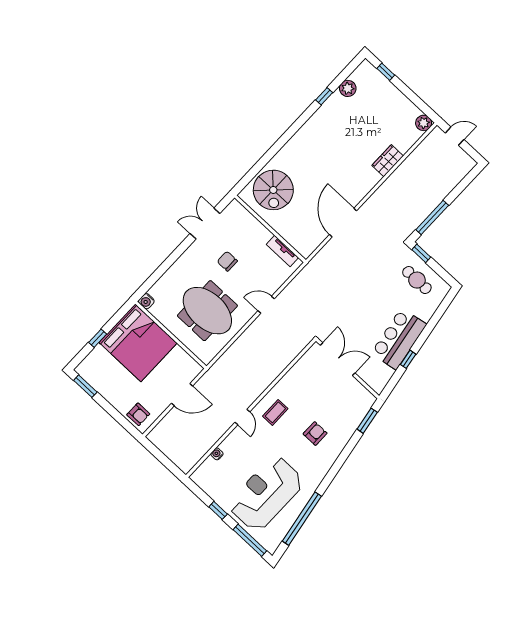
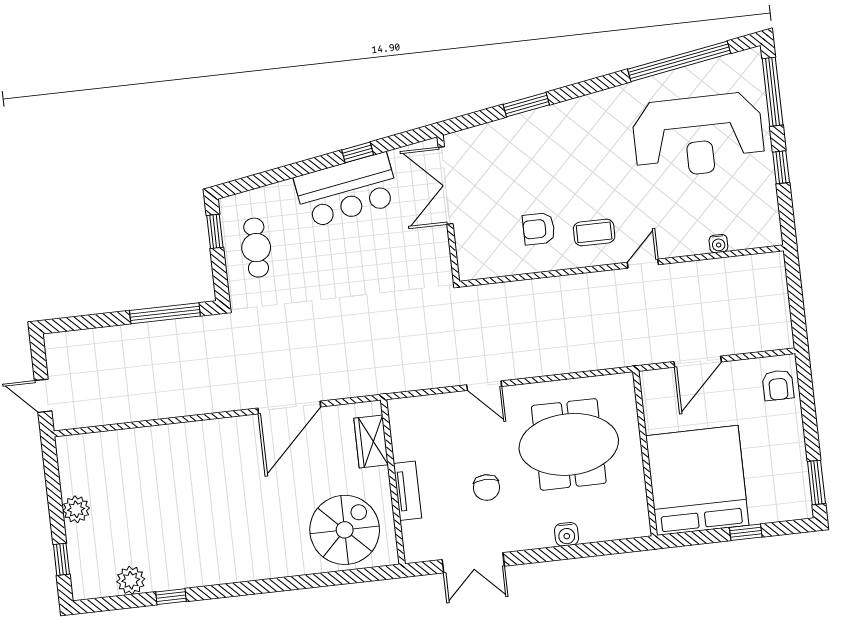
plant: (424, 123) -> (76, 509), moved
wardrobe: (388, 161) -> (371, 442), moved, turned 90
tv unit: (282, 251) -> (407, 491), moved
window: (421, 253) -> (215, 231), moved
water cooler: (146, 301) -> (567, 534), moved, turned 90
meeting table: (207, 311) -> (569, 444), turned 90
double door: (338, 359) -> (446, 185), moved
door: (182, 395) -> (698, 362), swing flipped
armchair: (138, 414) -> (778, 385), turned 180
window: (367, 421) -> (526, 105), moved
armchair: (315, 434) -> (539, 229), moved

